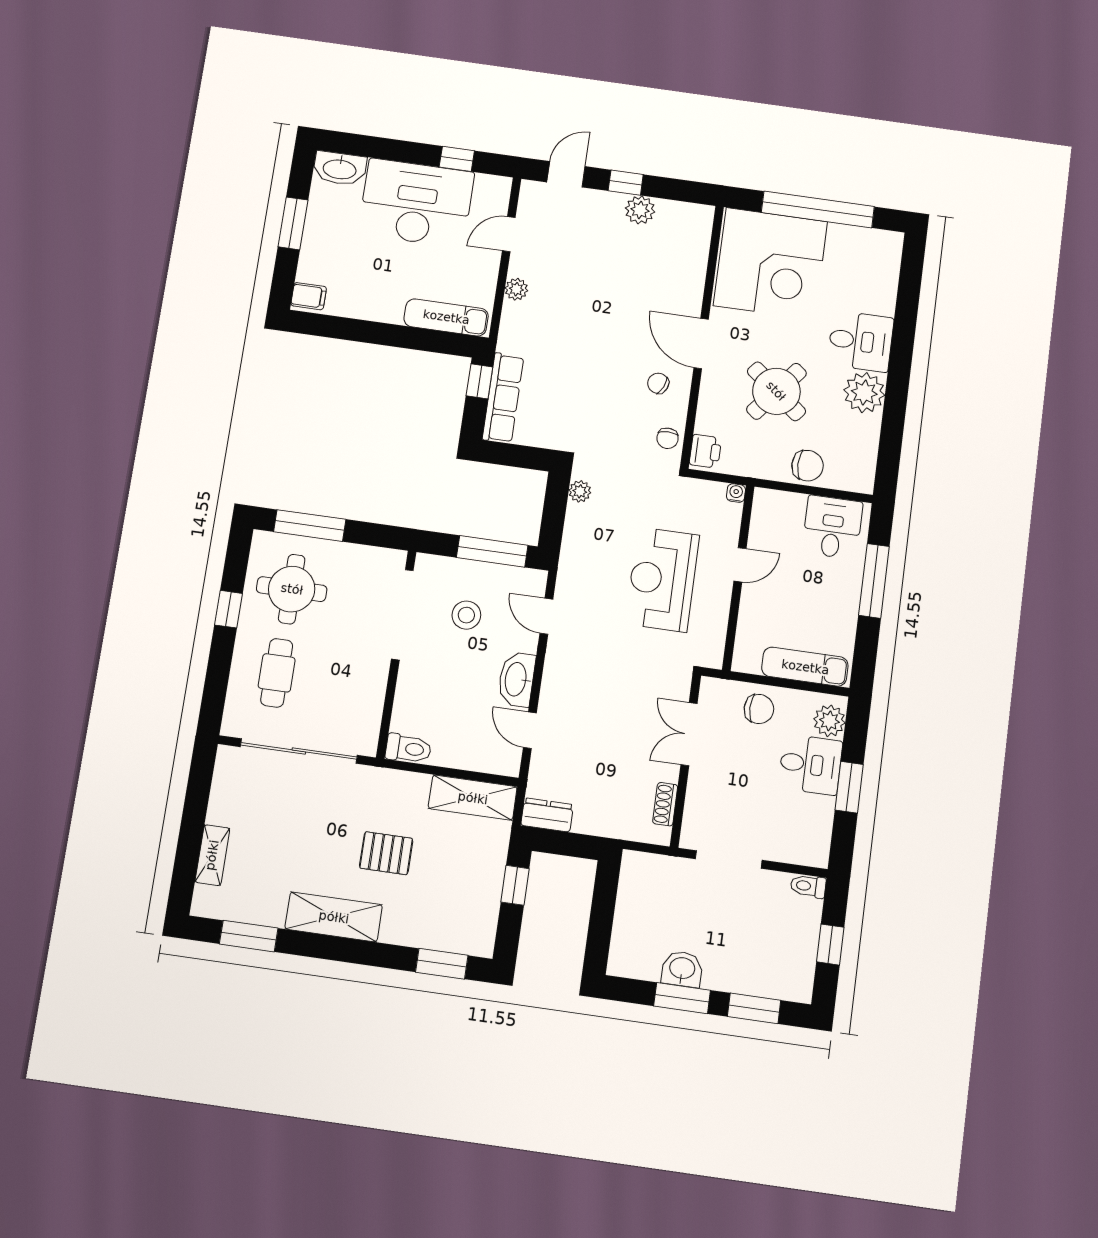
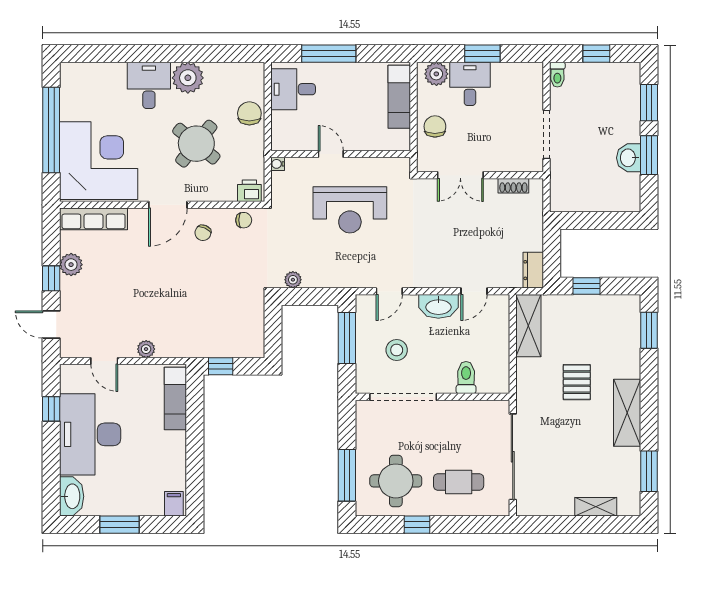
row of seats: (503, 398) -> (94, 219), moved, turned 180
toilet: (408, 749) -> (466, 378), moved

